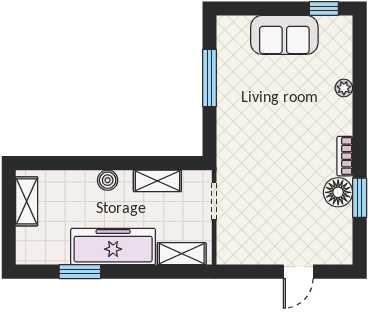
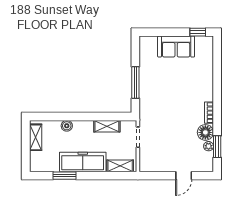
window: (210, 78) -> (135, 83), moved
plant: (344, 88) -> (209, 146), moved
boiler: (108, 180) -> (67, 126), moved
window: (360, 198) -> (217, 147), moved

